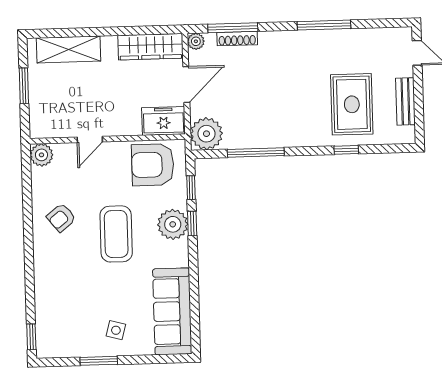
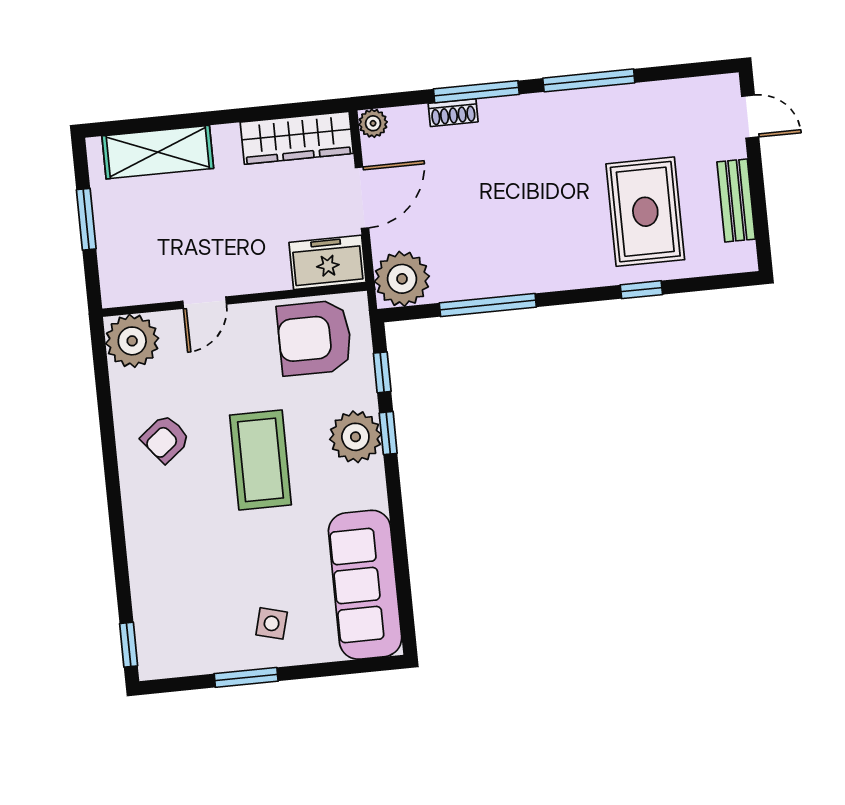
window: (233, 28) -> (476, 92), moved
shoe rack: (237, 39) -> (453, 113), width x0.70
plant: (41, 155) -> (132, 341), width x1.36, depth x1.36

